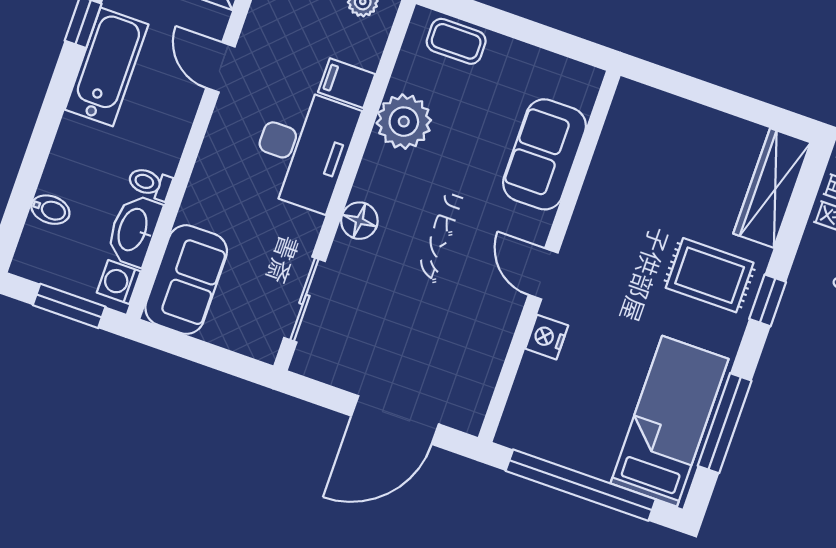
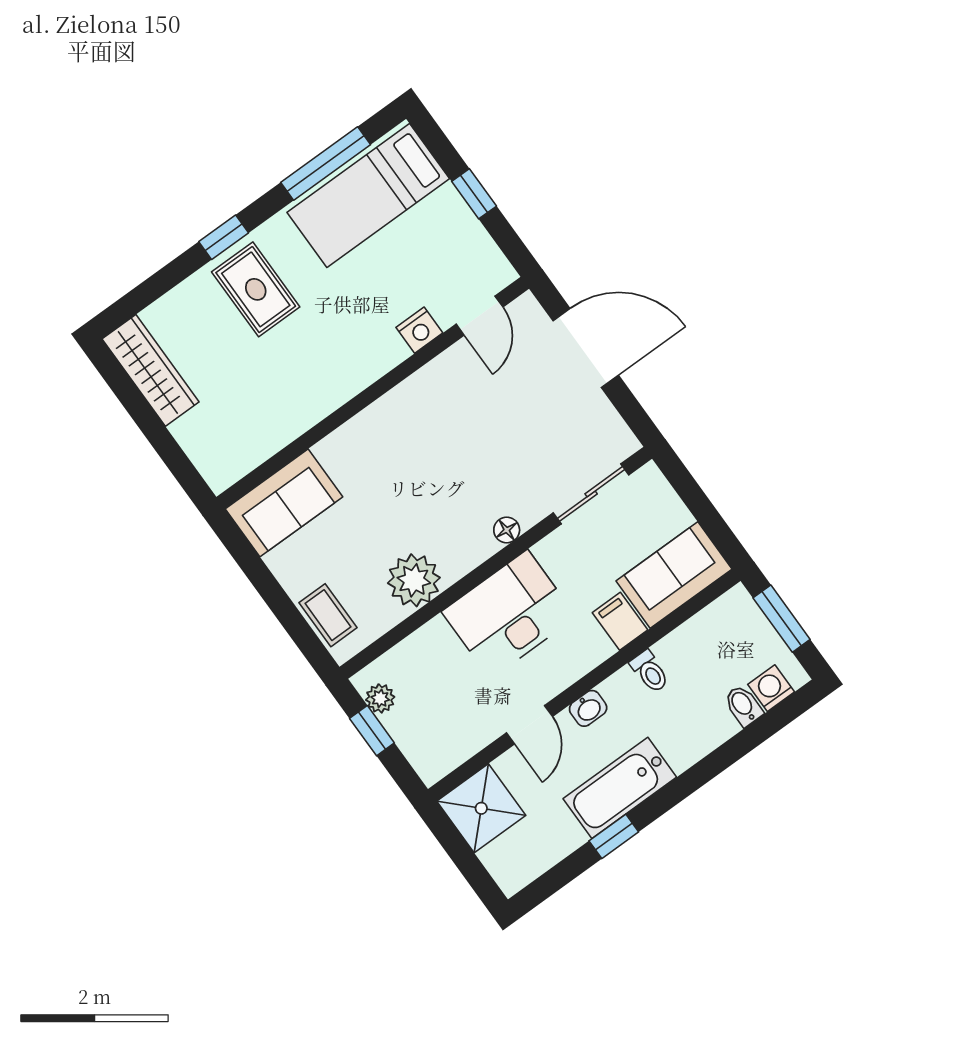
filing cabinet: (347, 83) -> (620, 621), moved, turned 180
sofa: (544, 154) -> (284, 503), moved
wardrobe: (772, 188) -> (151, 370), moved, turned -90
floor lamp: (359, 221) -> (507, 530), width x0.73, depth x0.73
washbasin: (134, 230) -> (588, 708), moved, width x0.52, depth x0.69
door: (543, 274) -> (480, 316), moved
washing machine: (119, 282) -> (771, 688), moved, turned 180
window: (581, 485) -> (474, 194), width x0.32

